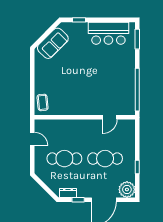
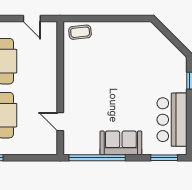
sofa: (53, 43) -> (121, 143), moved, turned 135
door: (32, 139) -> (32, 18), hinge flipped

